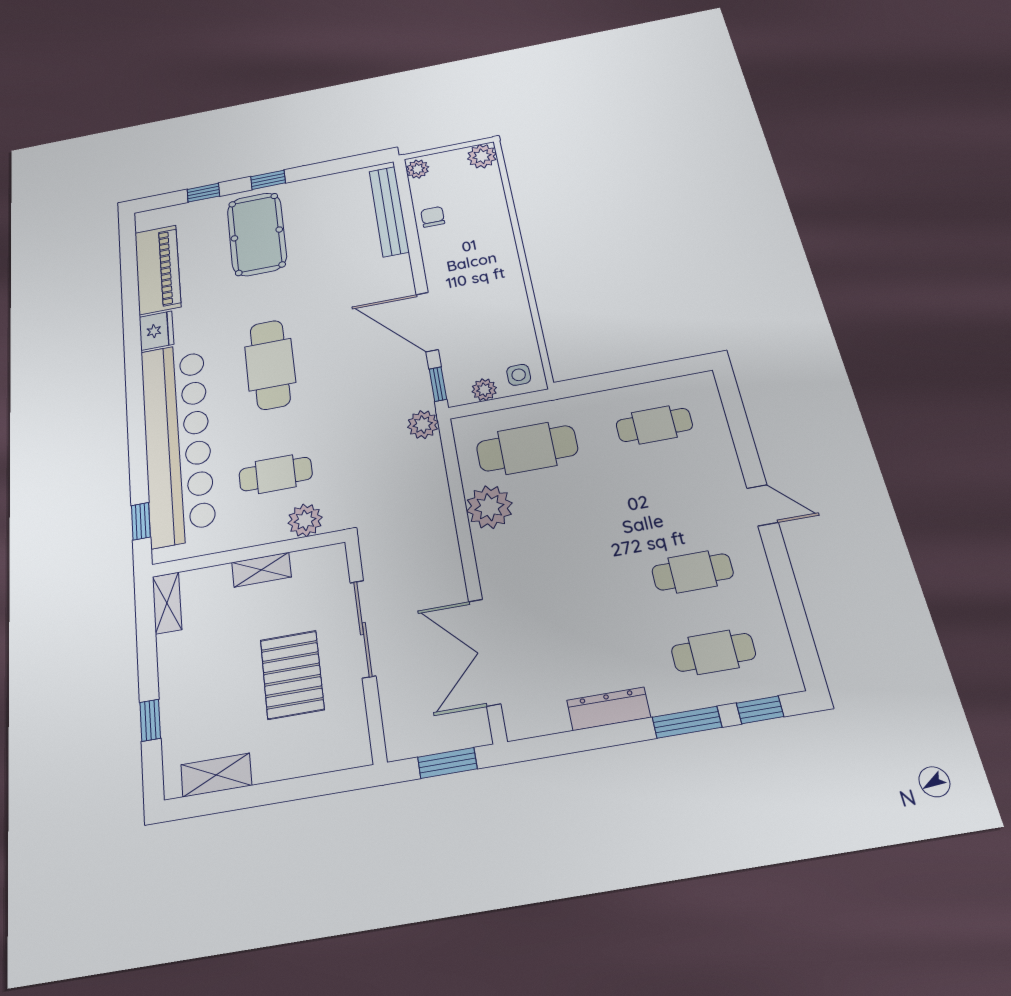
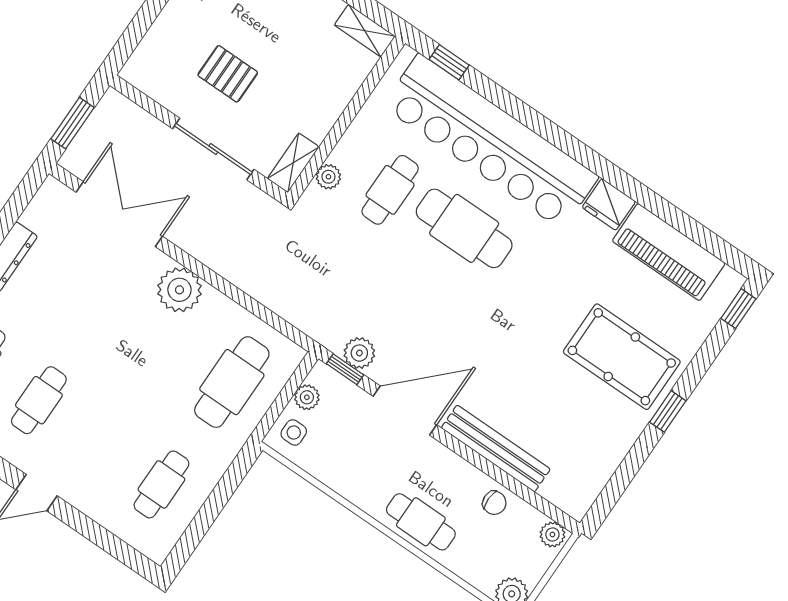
window: (203, 193) -> (738, 309), moved
bench: (389, 211) -> (496, 449), moved
cafe table: (493, 245) -> (421, 522), added
cafe table: (270, 364) -> (464, 228), moved
plant: (423, 425) -> (359, 353), moved
plant: (489, 507) -> (179, 290), moved
plant: (305, 520) -> (328, 177), width x0.73, depth x0.73
shelving: (261, 570) -> (293, 163), moved
pallet: (292, 675) -> (228, 74), width x0.67, depth x0.71

